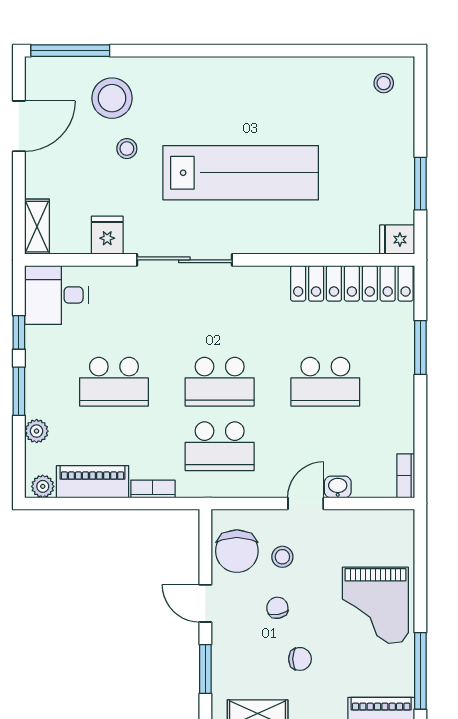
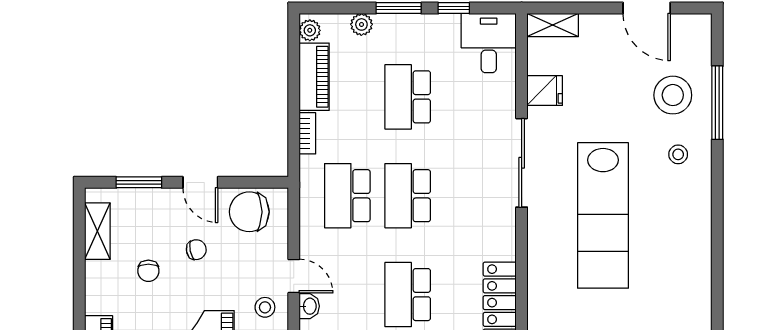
window: (70, 51) -> (717, 103), moved
stool: (127, 149) -> (678, 154), moved
stool: (282, 557) -> (265, 307), moved
door: (205, 603) -> (200, 182), swing flipped

